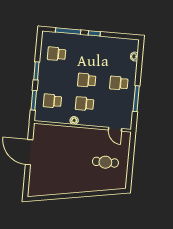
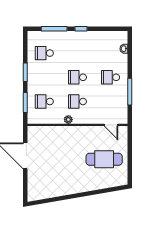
cafe table: (105, 162) -> (104, 159), width x1.37, depth x1.35

